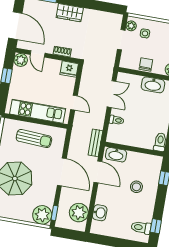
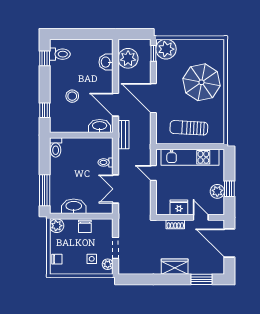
plant: (21, 60) -> (217, 191), moved
fridge: (69, 69) -> (179, 207), moved

